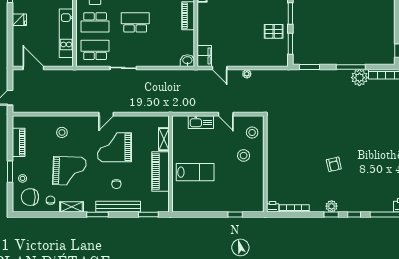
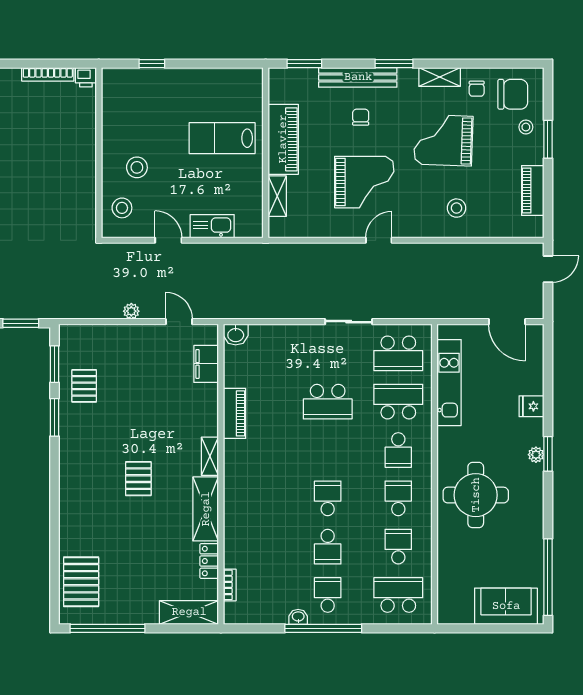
pallet: (274, 31) -> (84, 386), turned 90
filing cabinet: (204, 56) -> (206, 364), moved

